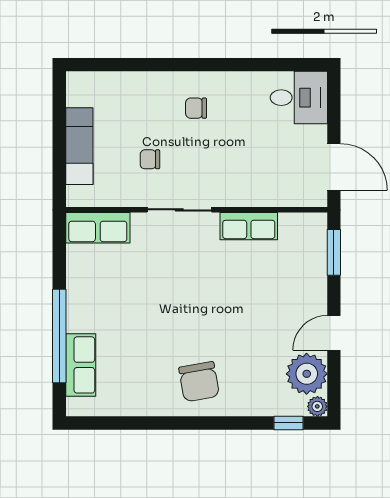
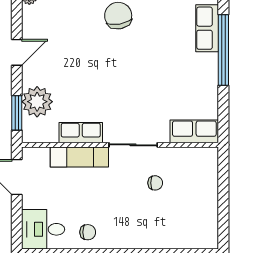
chair: (196, 108) -> (88, 232), moved
exam couch: (79, 146) -> (79, 157), moved, turned -90
plant: (307, 374) -> (37, 102), moved

